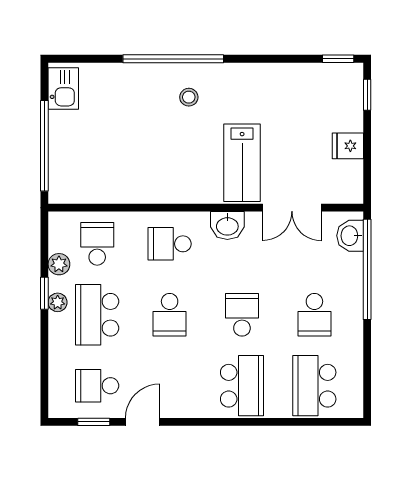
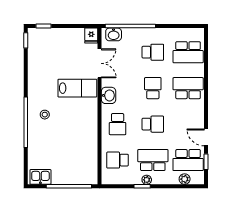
fridge: (348, 146) -> (91, 36), moved
plant: (59, 264) -> (185, 179), moved
school desk: (97, 315) -> (153, 160), turned 180
school desk: (242, 315) -> (153, 88), turned 90
school desk: (97, 386) -> (188, 160), width x1.85

